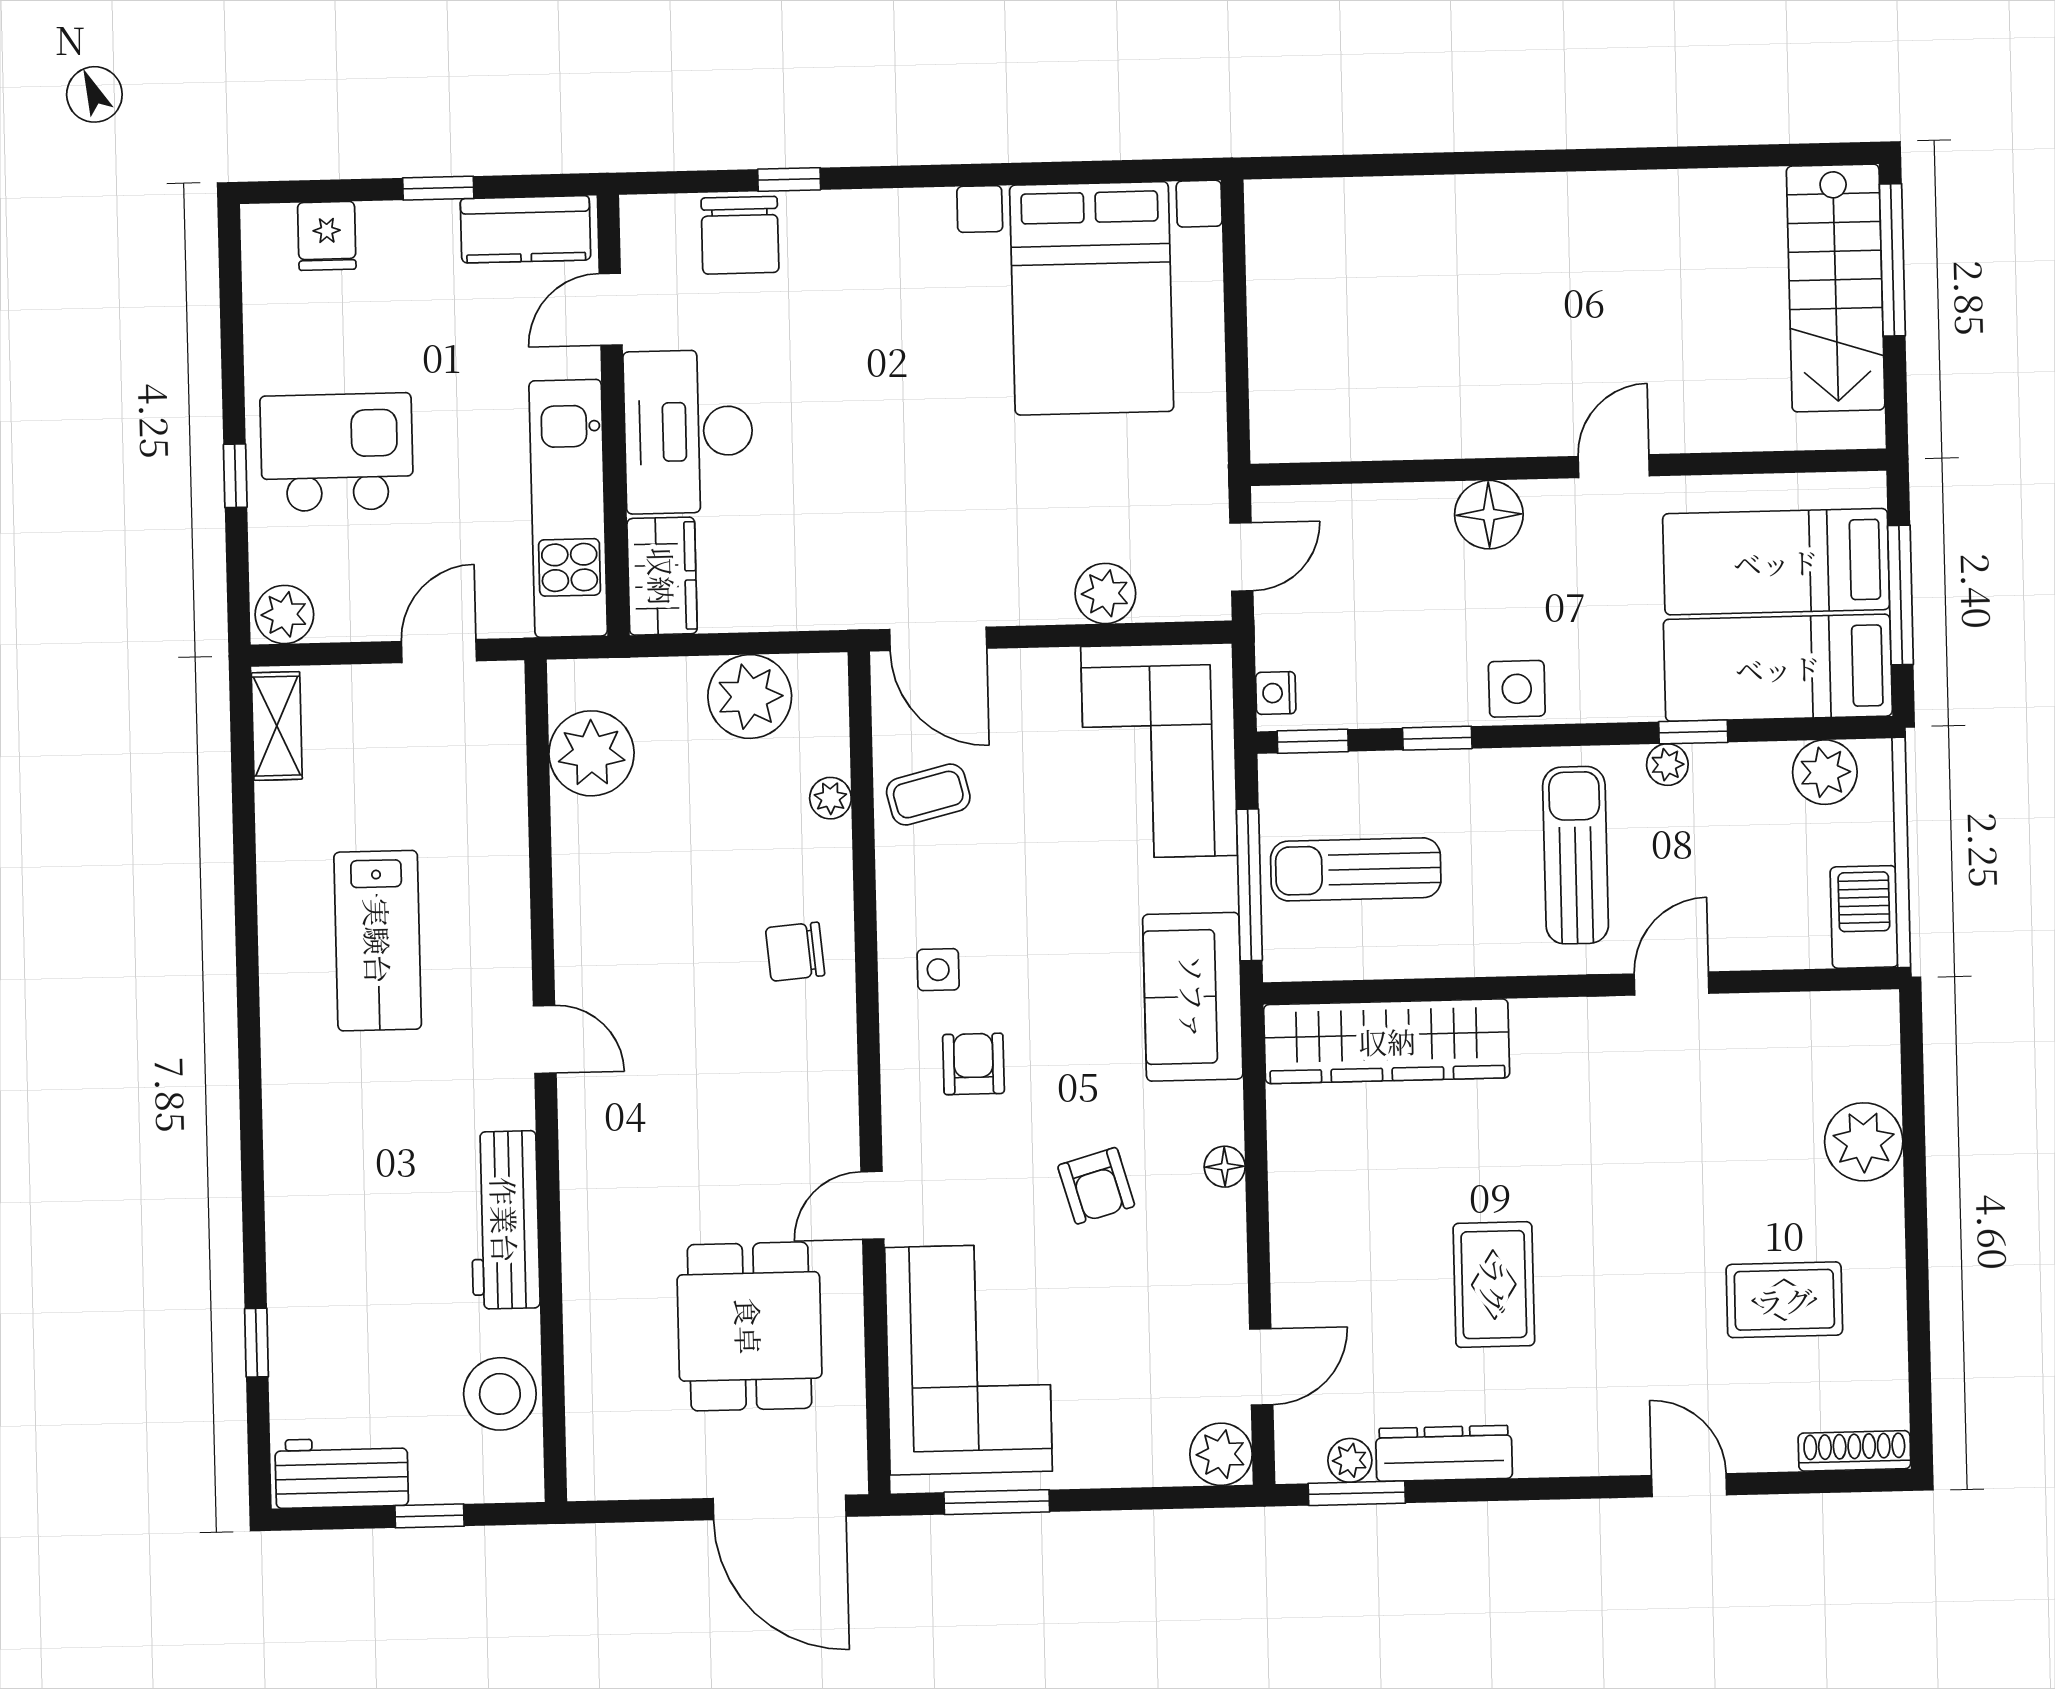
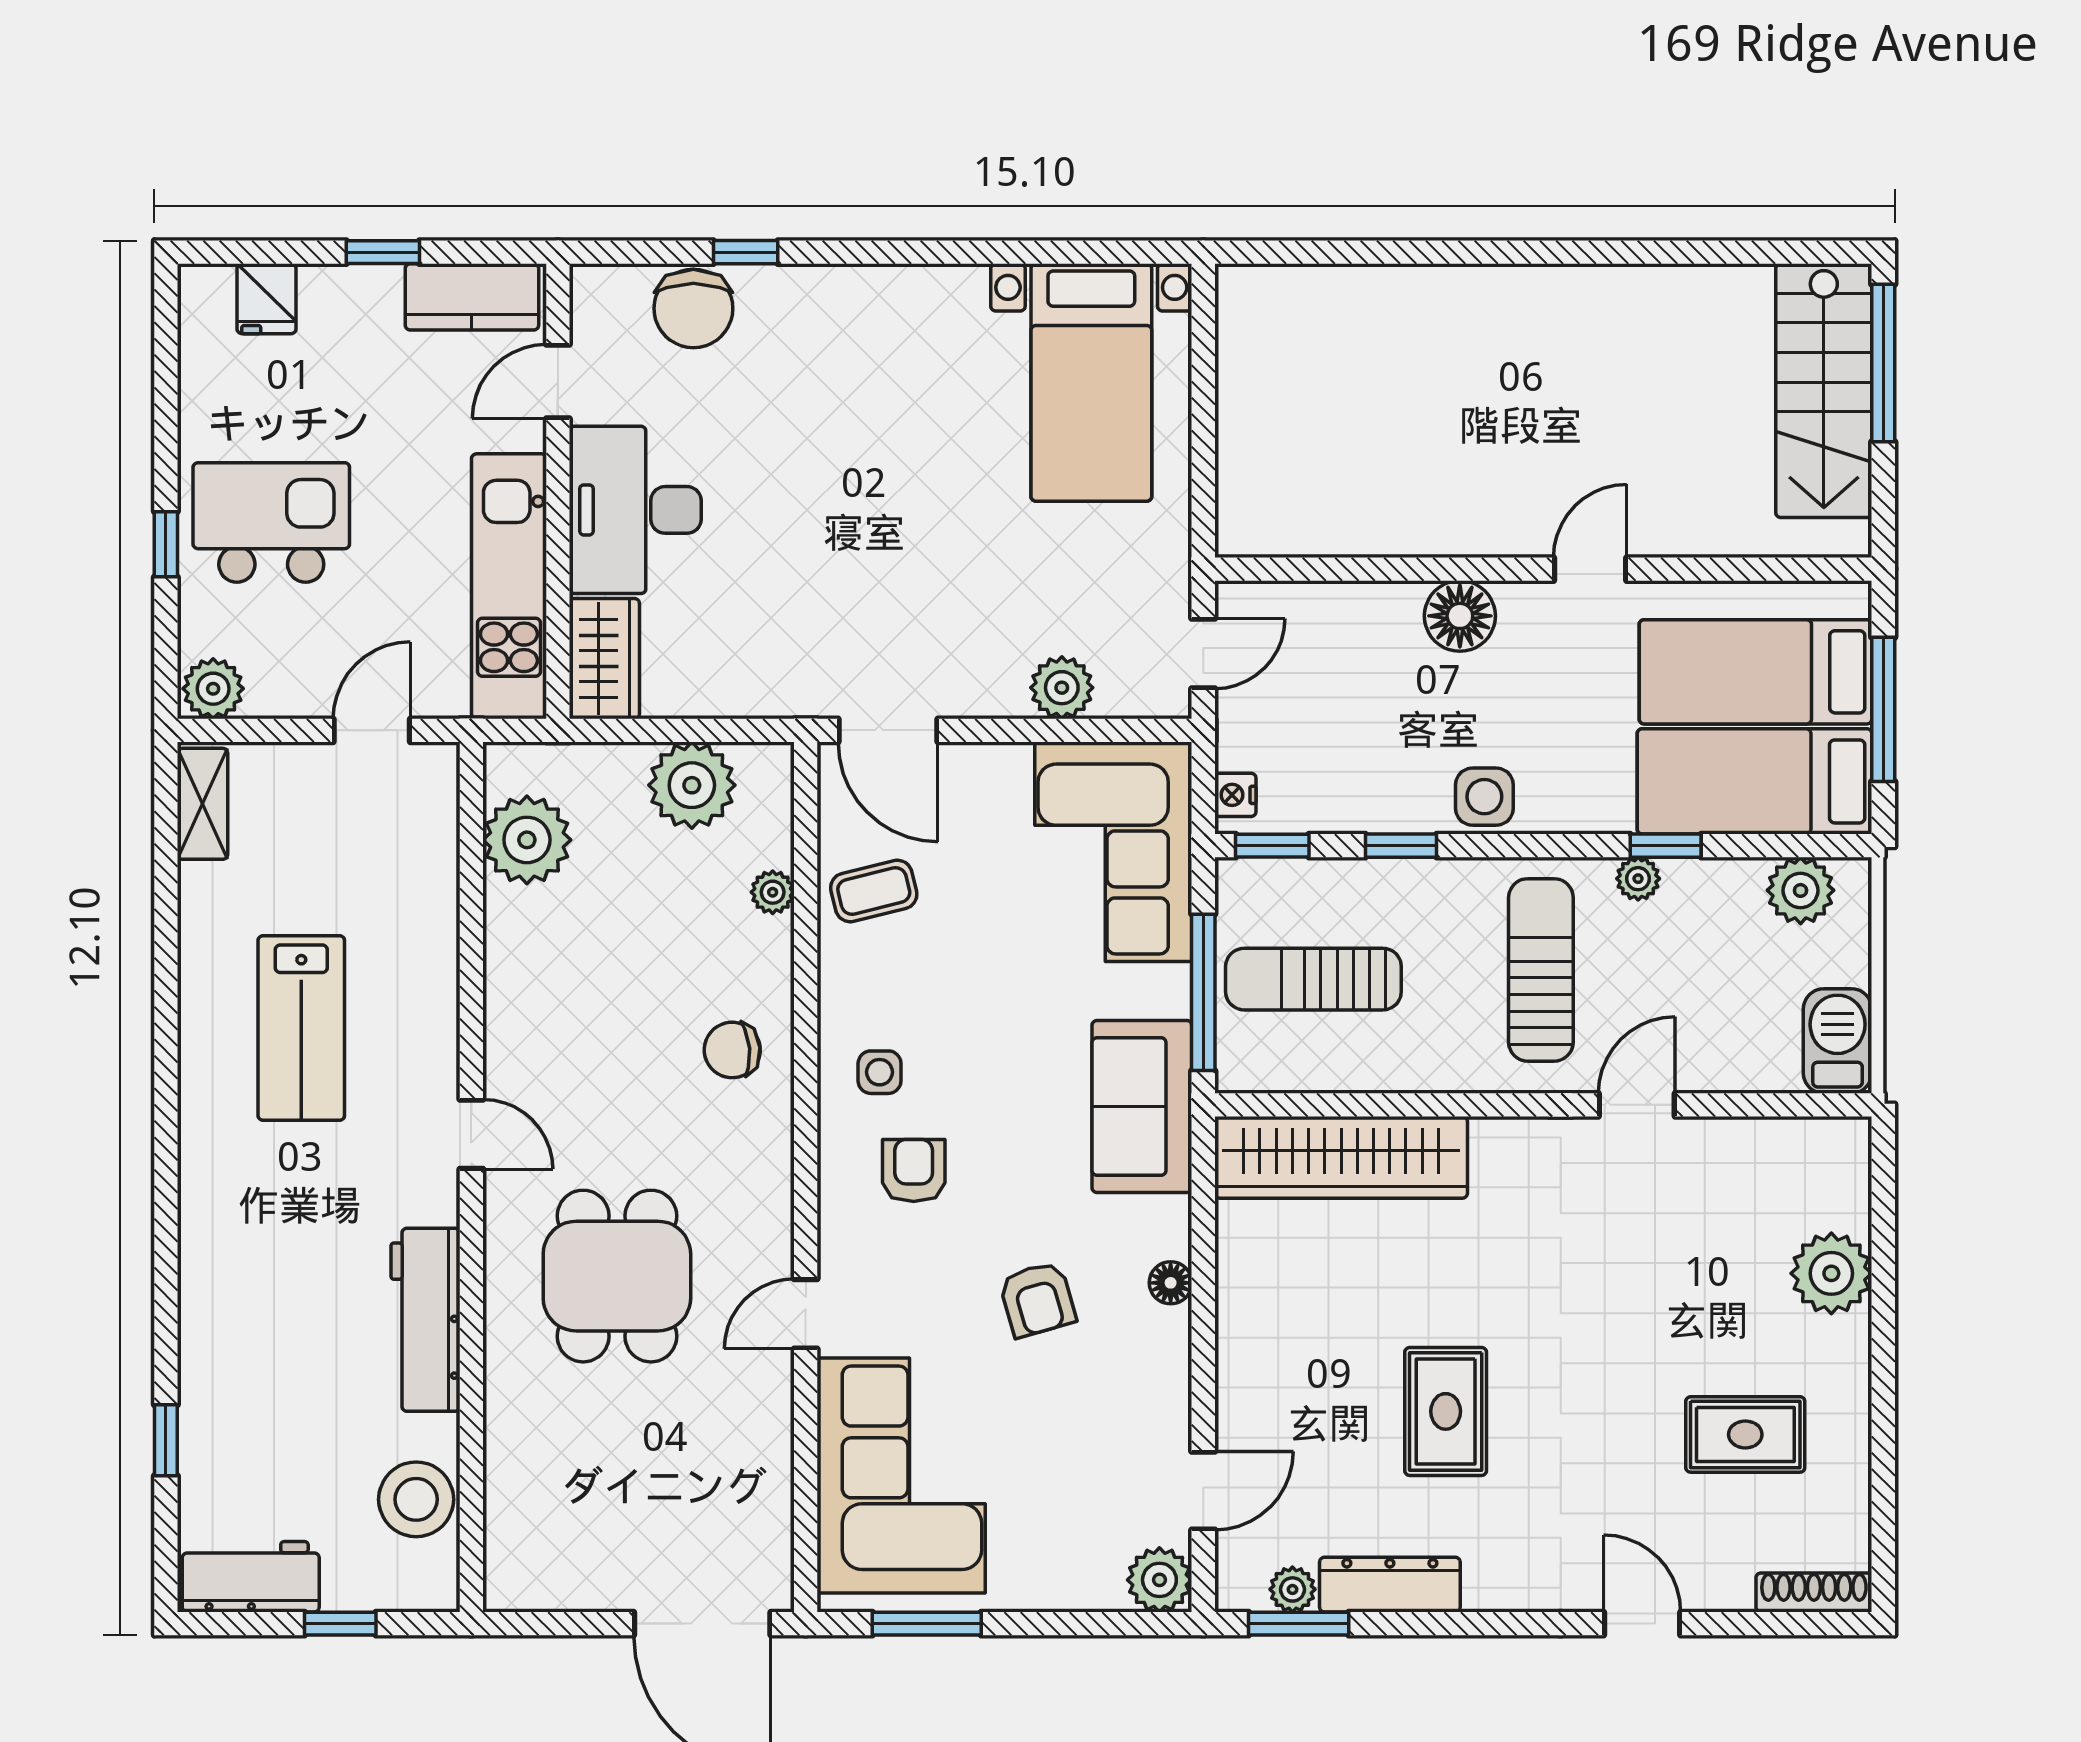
bed with nightstands: (1092, 298) -> (1091, 382), width x0.73
dining table: (749, 1326) -> (617, 1276), moved

